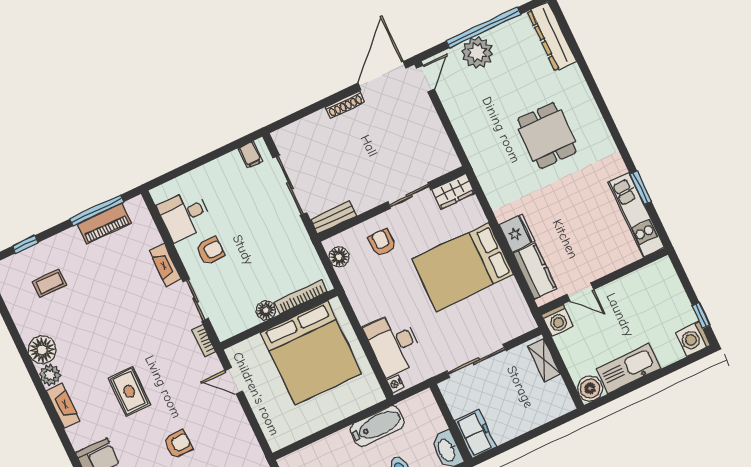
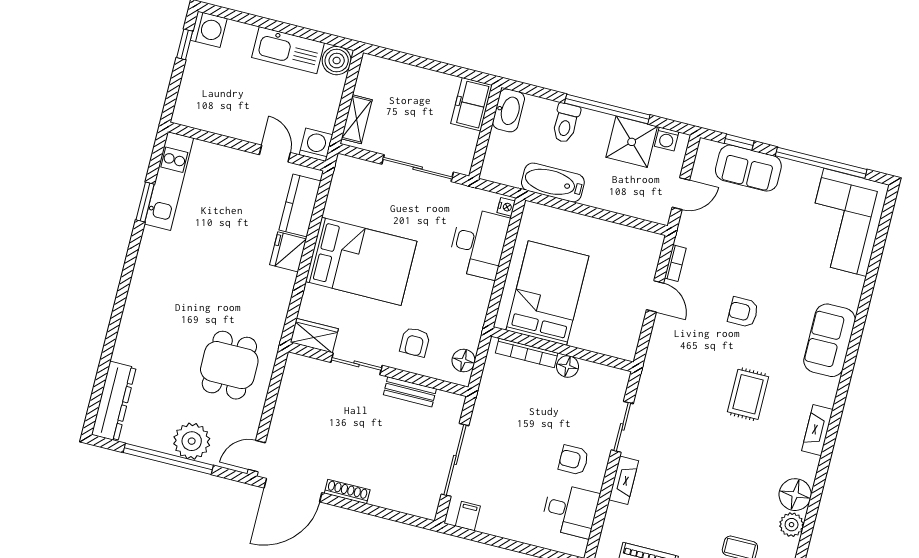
dining table: (547, 135) -> (229, 365), moved
bench: (334, 218) -> (410, 392), moved
bookcase: (204, 341) -> (675, 263), moved
bed: (311, 353) -> (547, 293), width x0.73
plant: (50, 375) -> (792, 525), moved
door: (234, 381) -> (655, 296), moved

